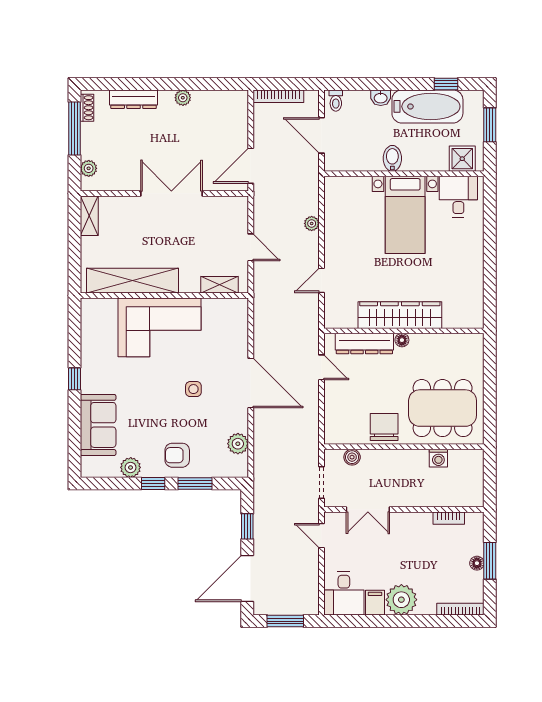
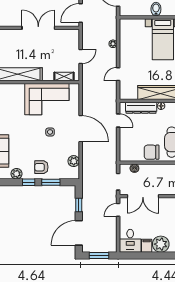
door: (251, 247) -> (81, 57), hinge flipped
corner sofa: (159, 327) -> (47, 99), moved
chair: (384, 427) -> (152, 152), turned -90
double door: (368, 510) -> (143, 196), width x1.37
door: (321, 536) -> (118, 210), hinge flipped

